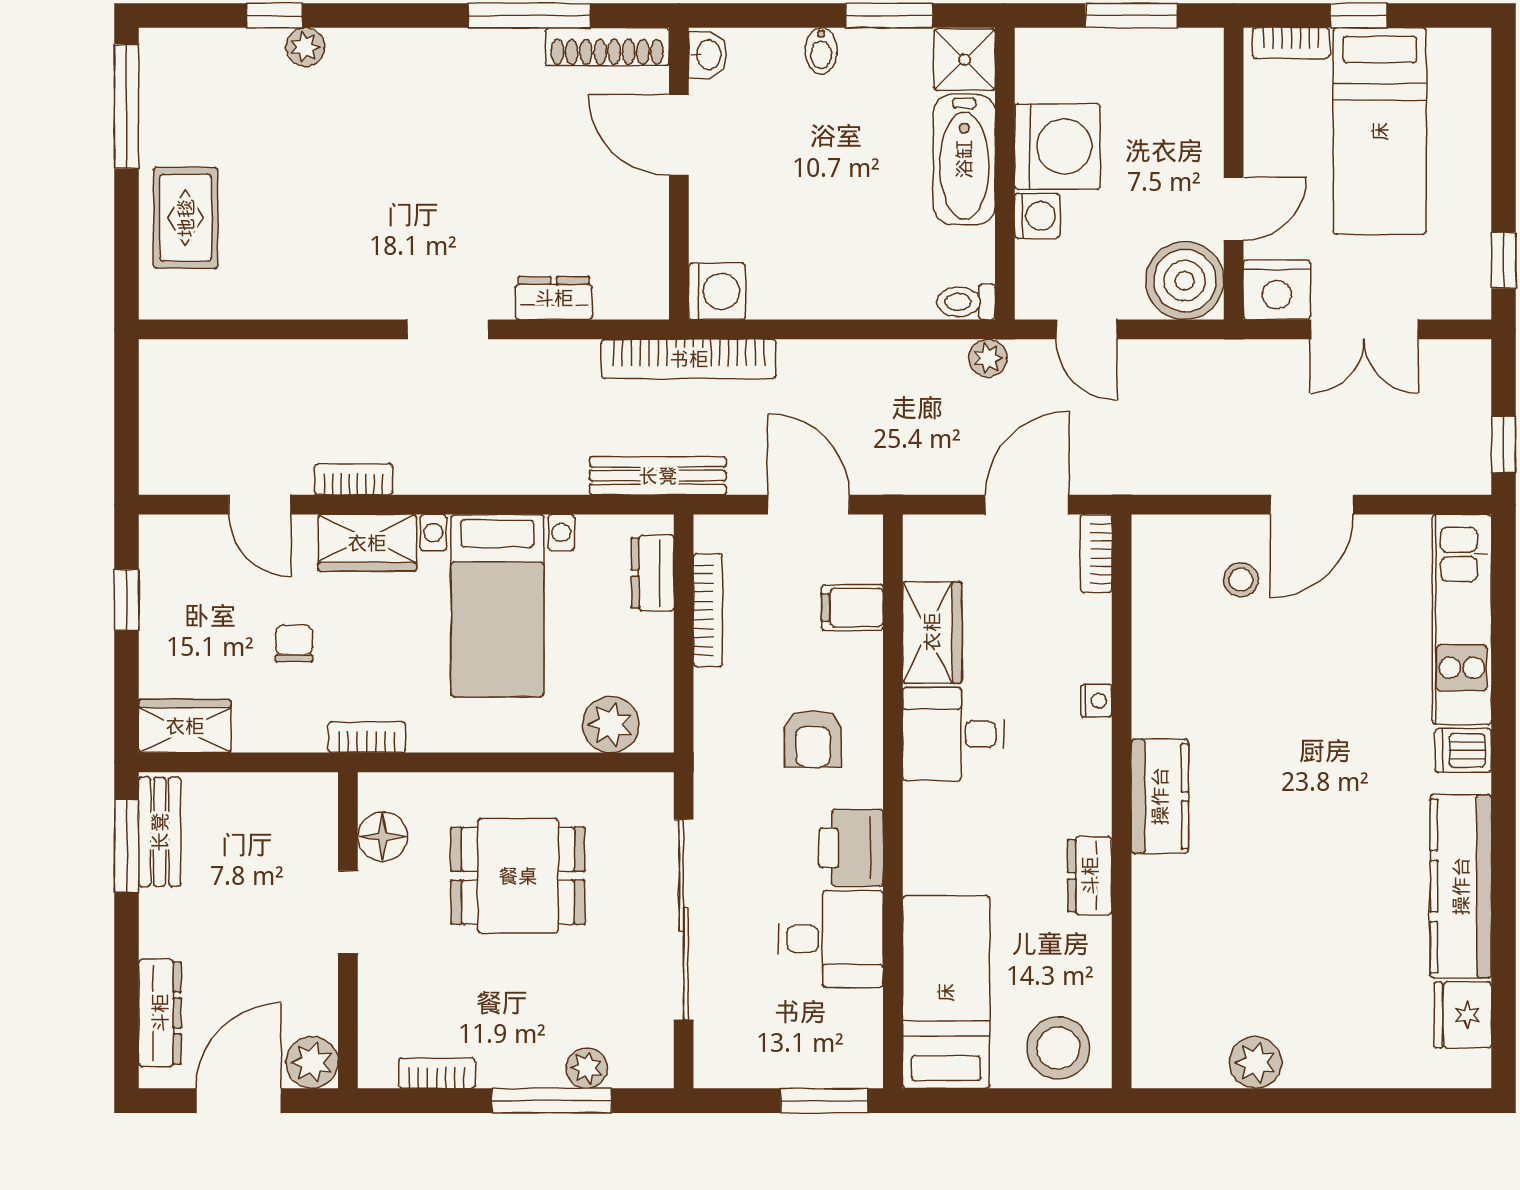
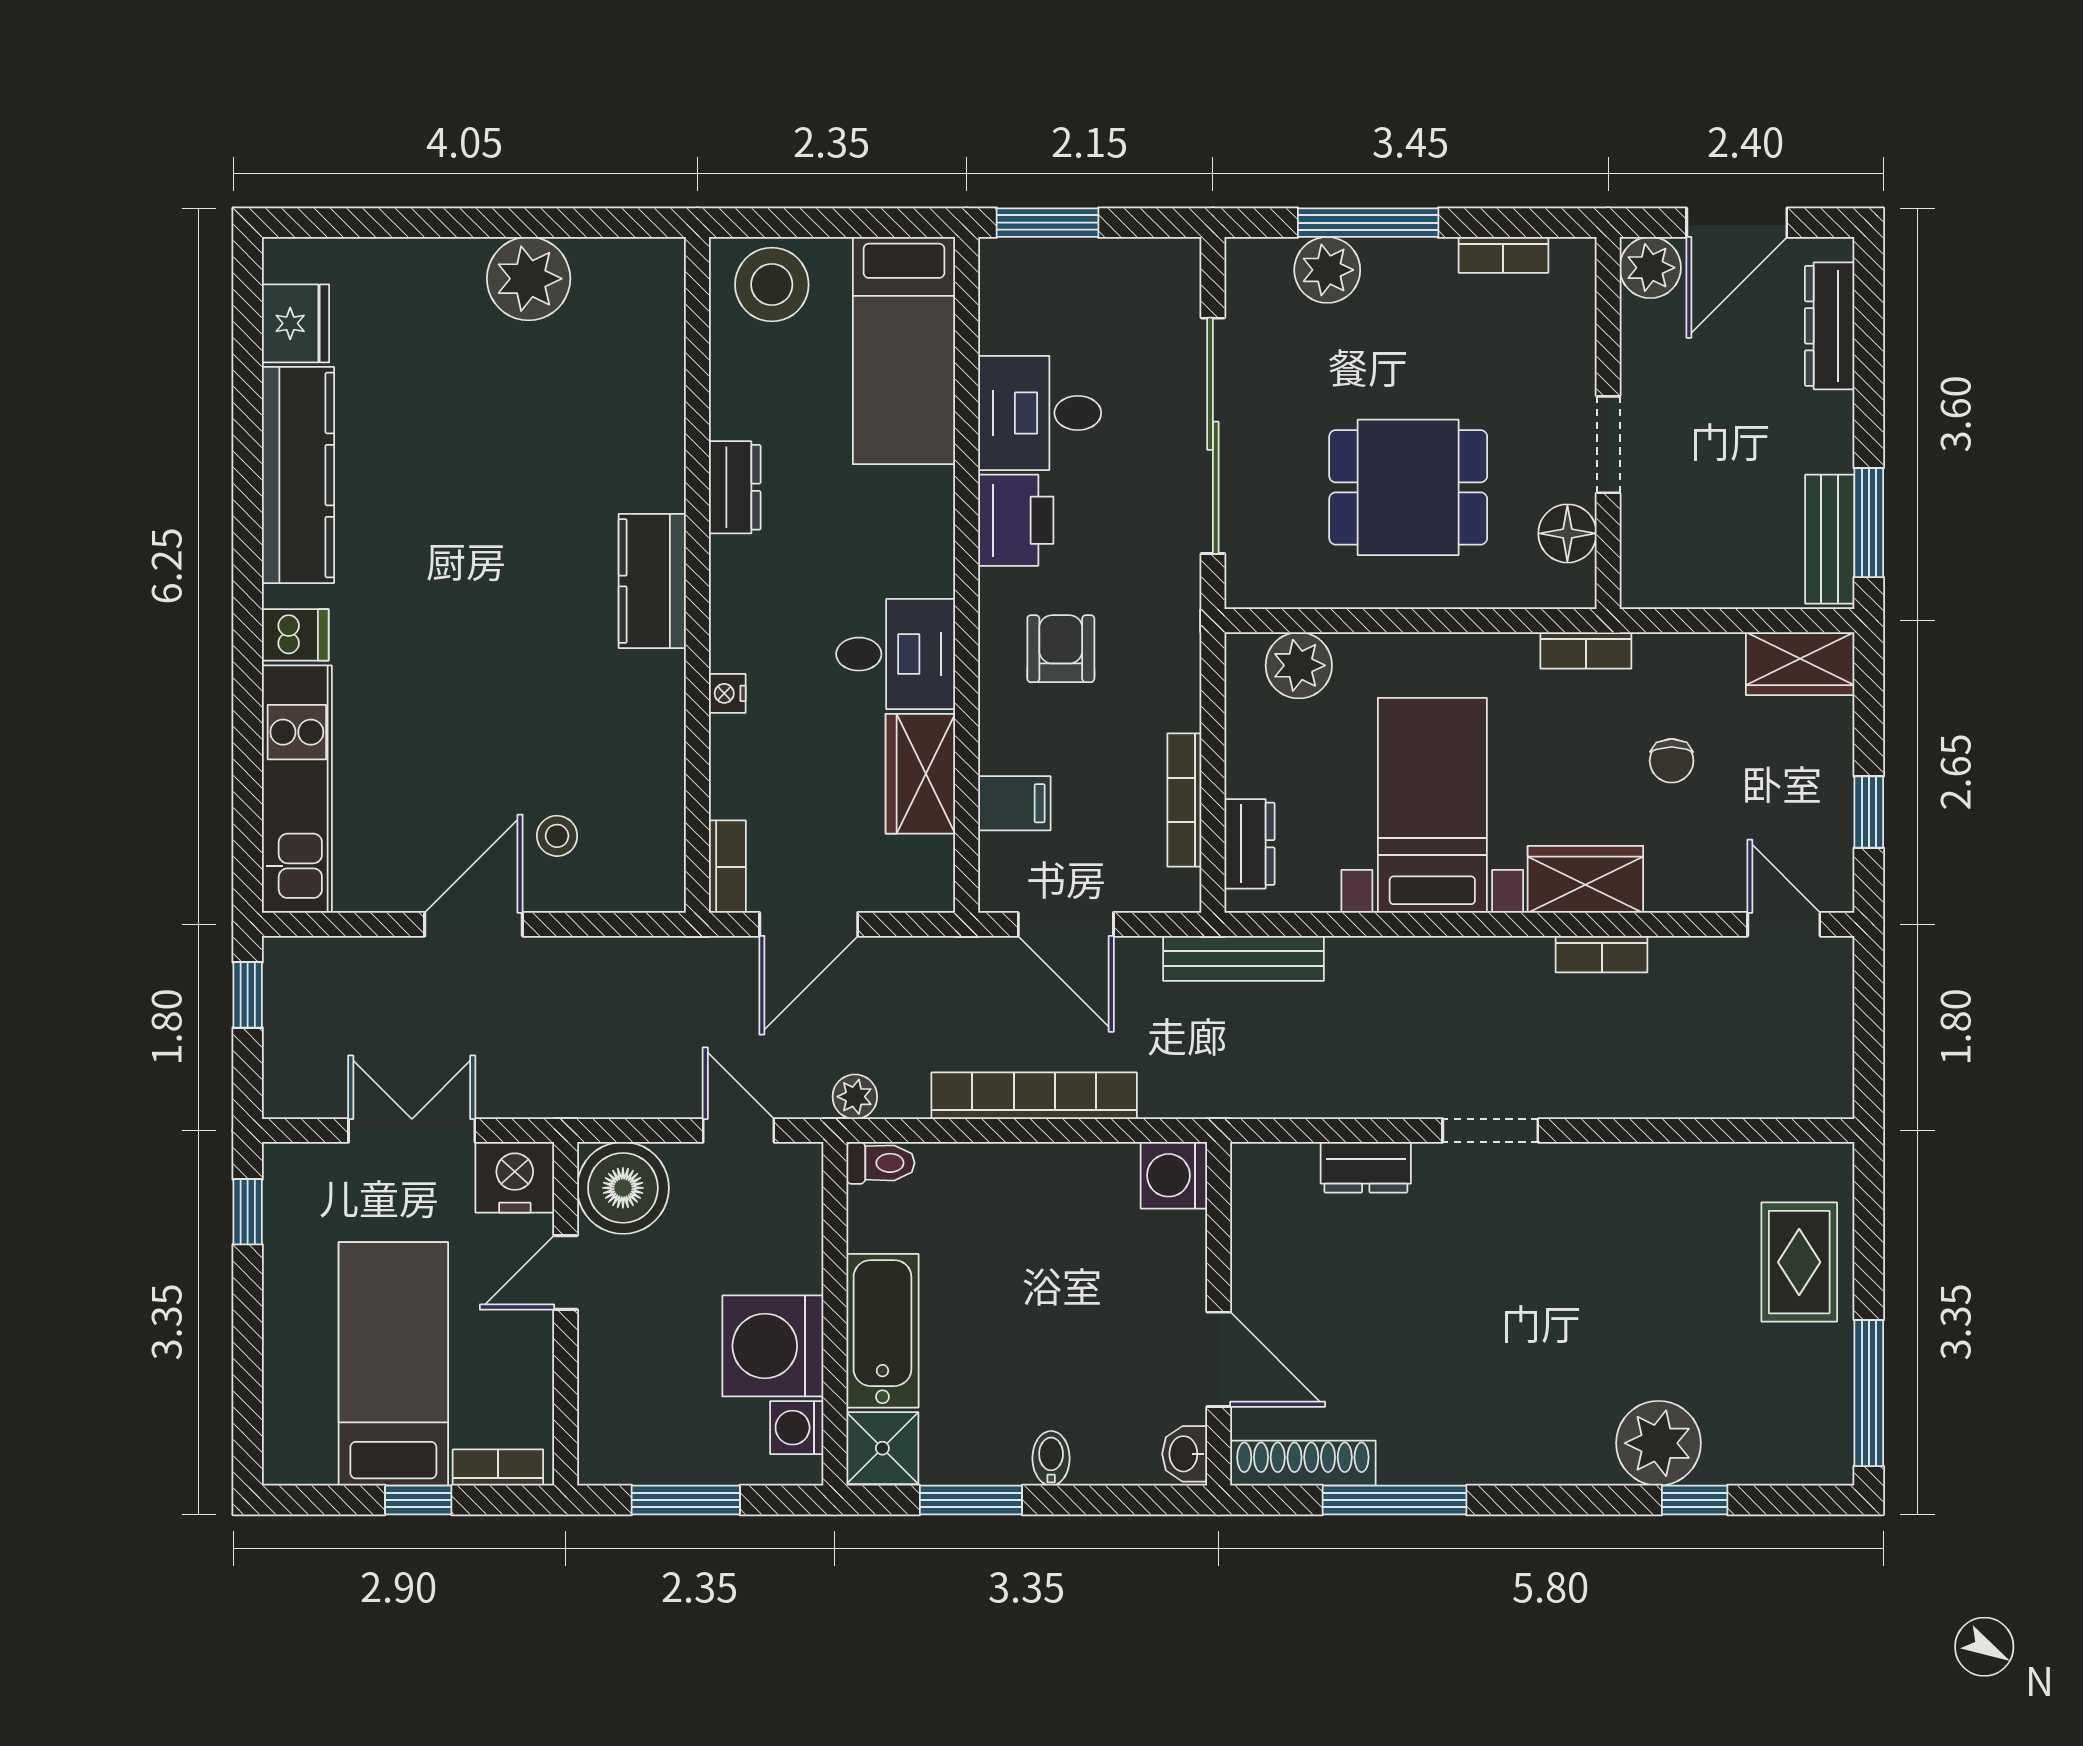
plant: (305, 47) -> (1658, 1443), width x1.88, depth x1.88
washing machine: (1037, 216) -> (797, 1428), moved
bookcase: (689, 359) -> (1034, 1096), moved
door: (260, 505) -> (1784, 924), moved
plant: (1256, 1062) -> (529, 279), width x1.36, depth x1.36
plant: (587, 1068) -> (1327, 270), width x1.38, depth x1.38

